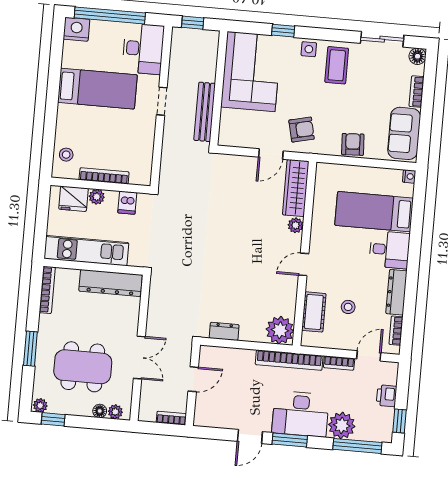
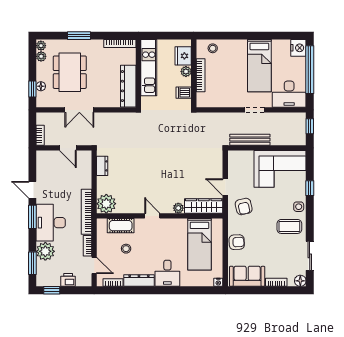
bed: (374, 212) -> (199, 244), moved, turned 180
plant: (115, 412) -> (41, 56), moved
window: (53, 419) -> (32, 89), moved
window: (357, 446) -> (32, 263), width x0.69

